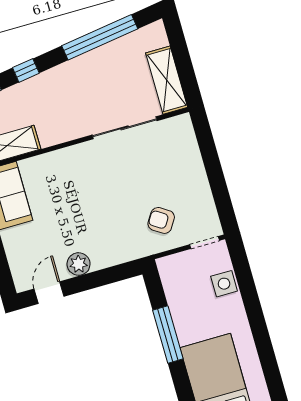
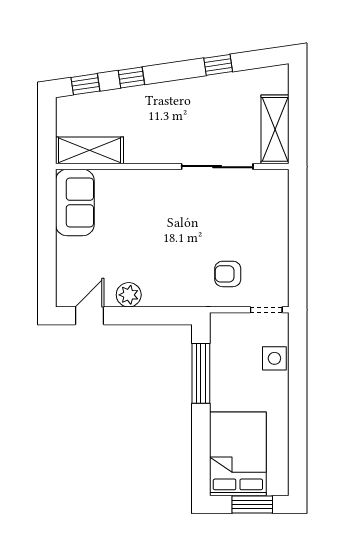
window: (100, 37) -> (218, 65), width x0.32
armchair: (161, 220) -> (228, 274), turned -33
window: (168, 334) -> (201, 373), moved

